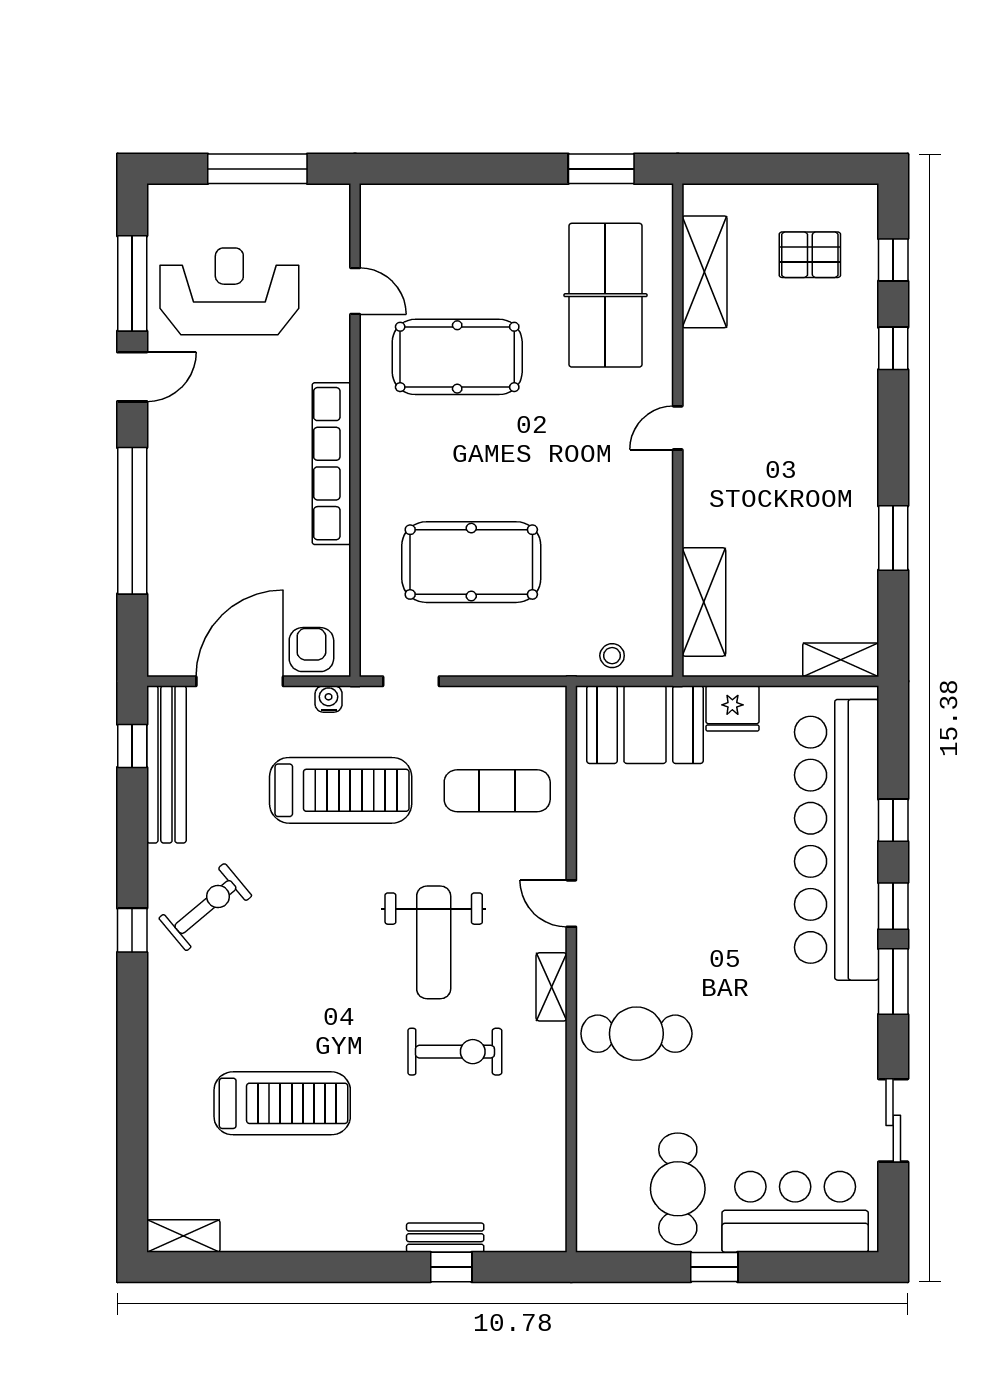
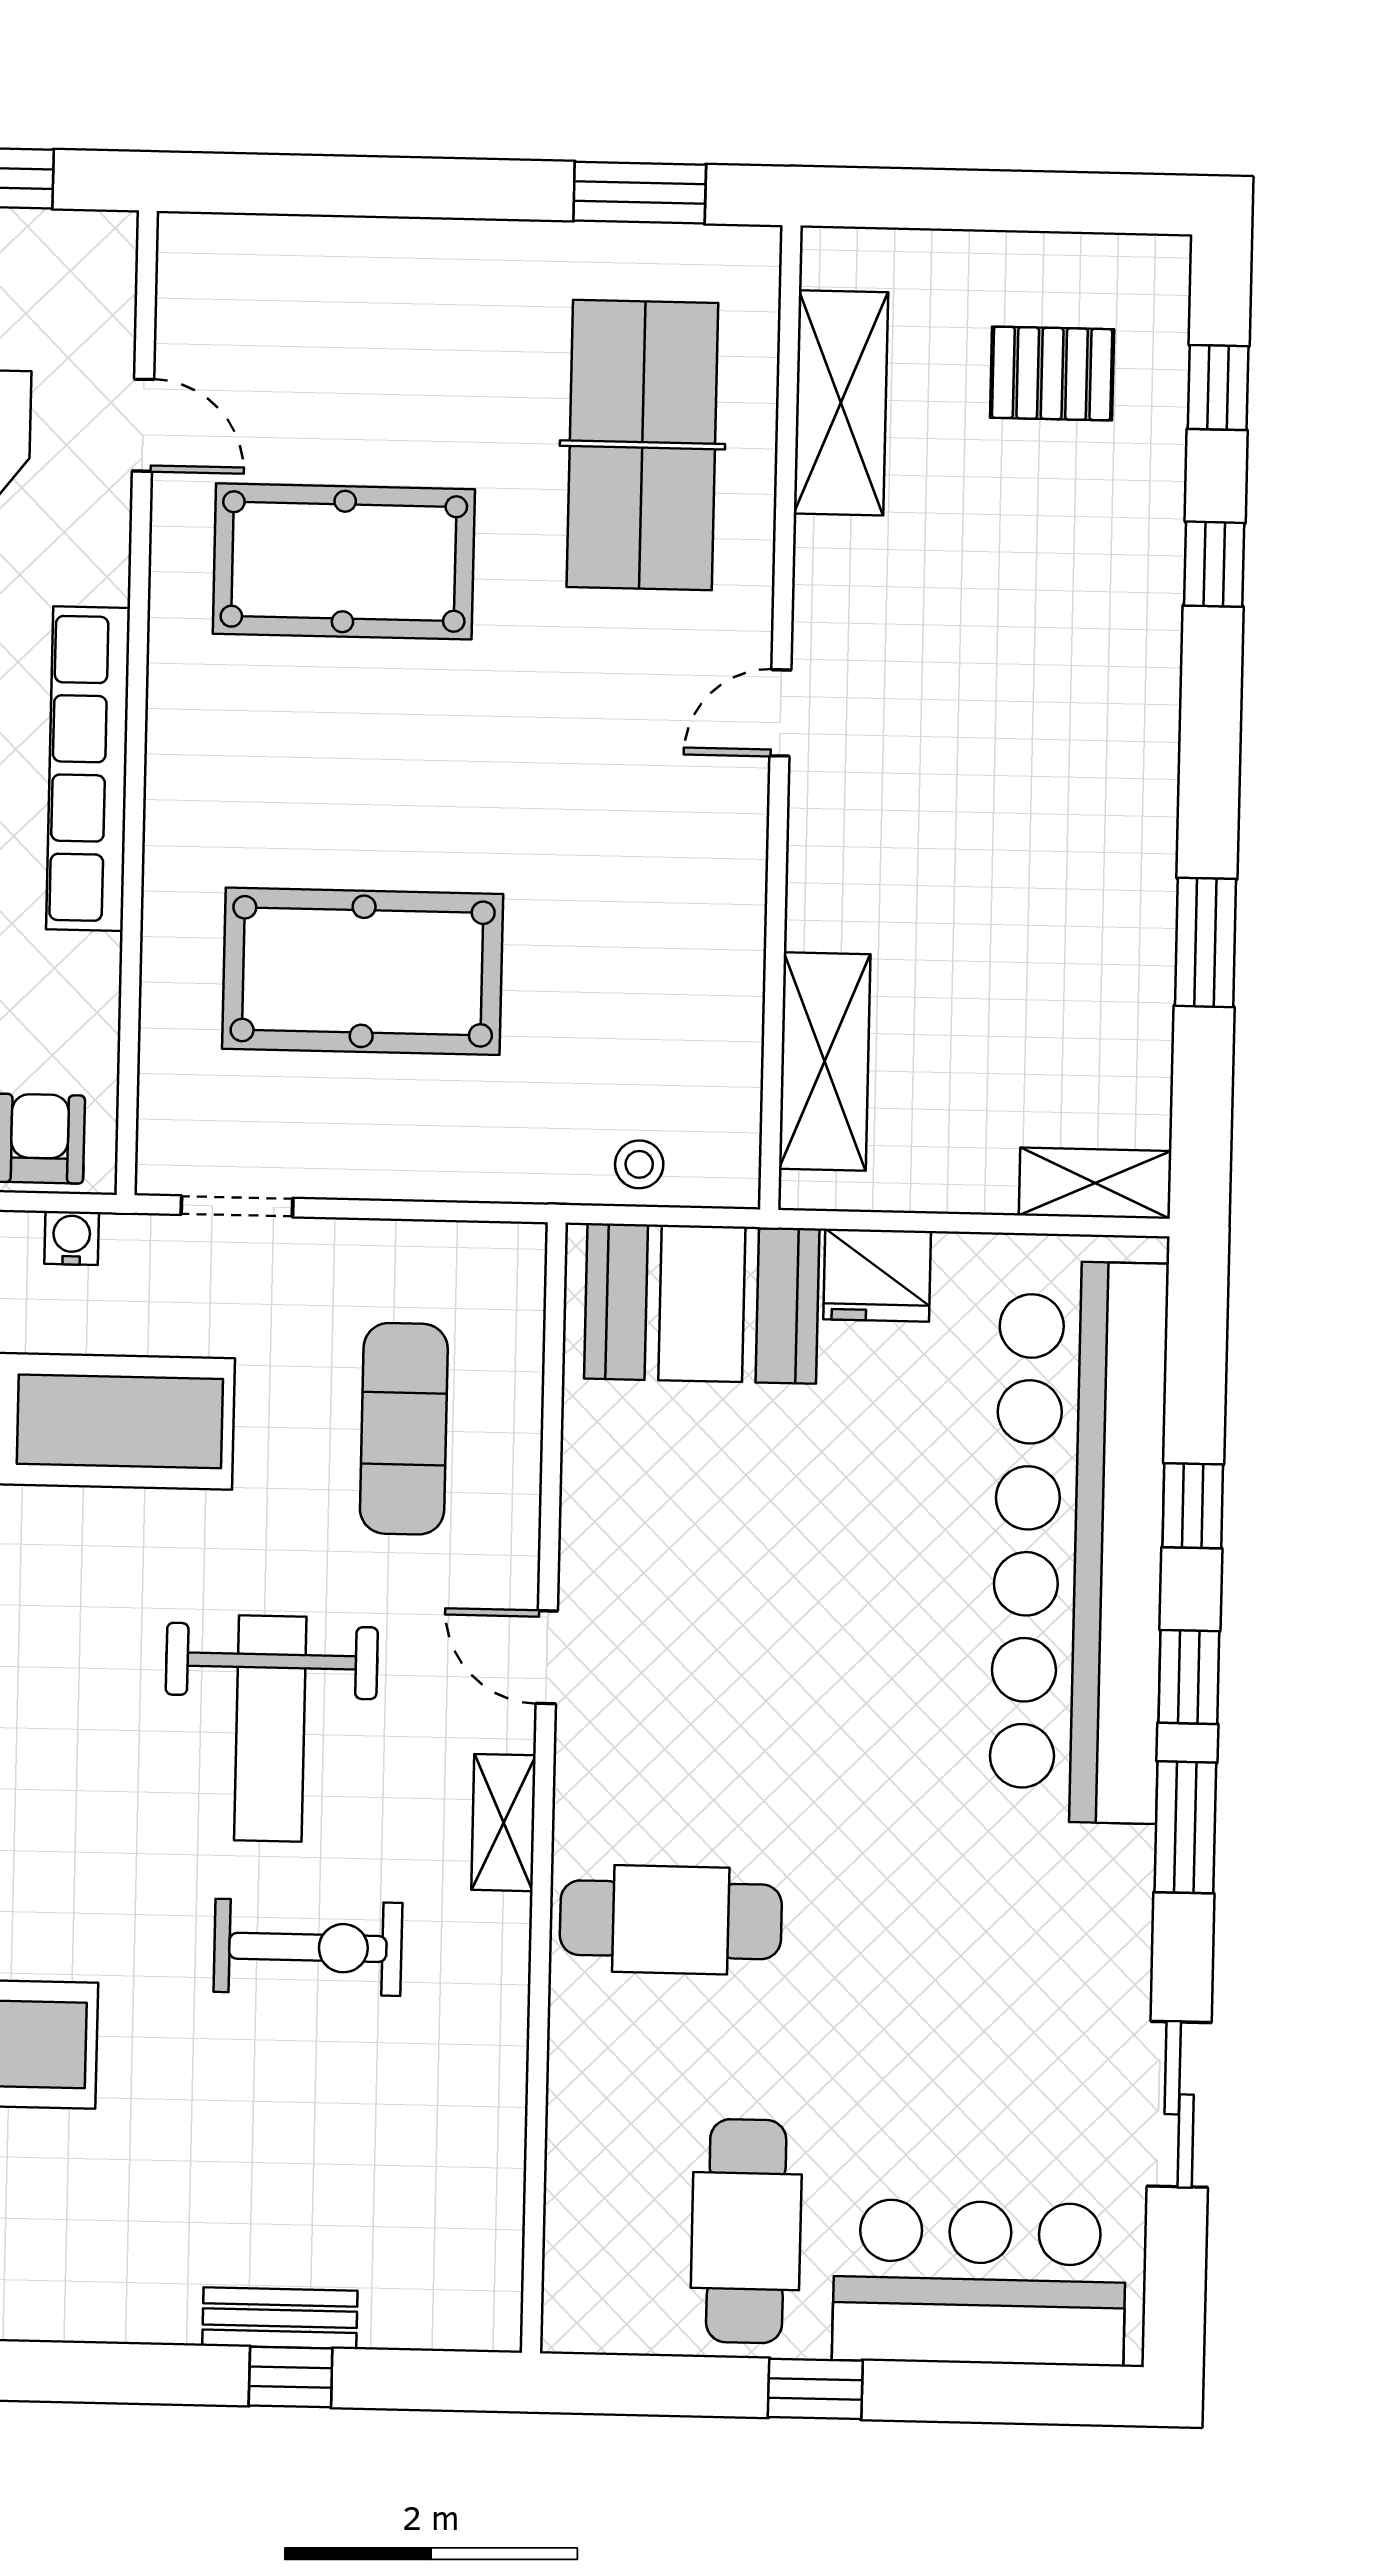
exercise mat: (497, 791) -> (404, 1429), turned 90

